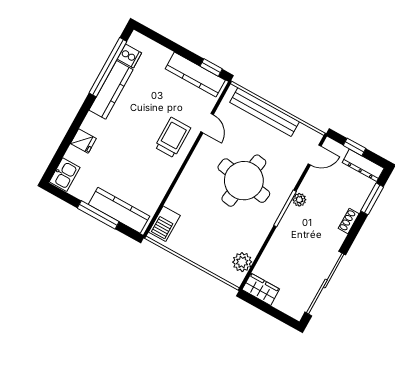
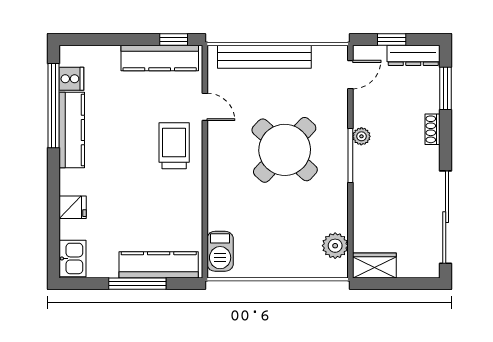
round table: (244, 181) -> (285, 150), turned 34

